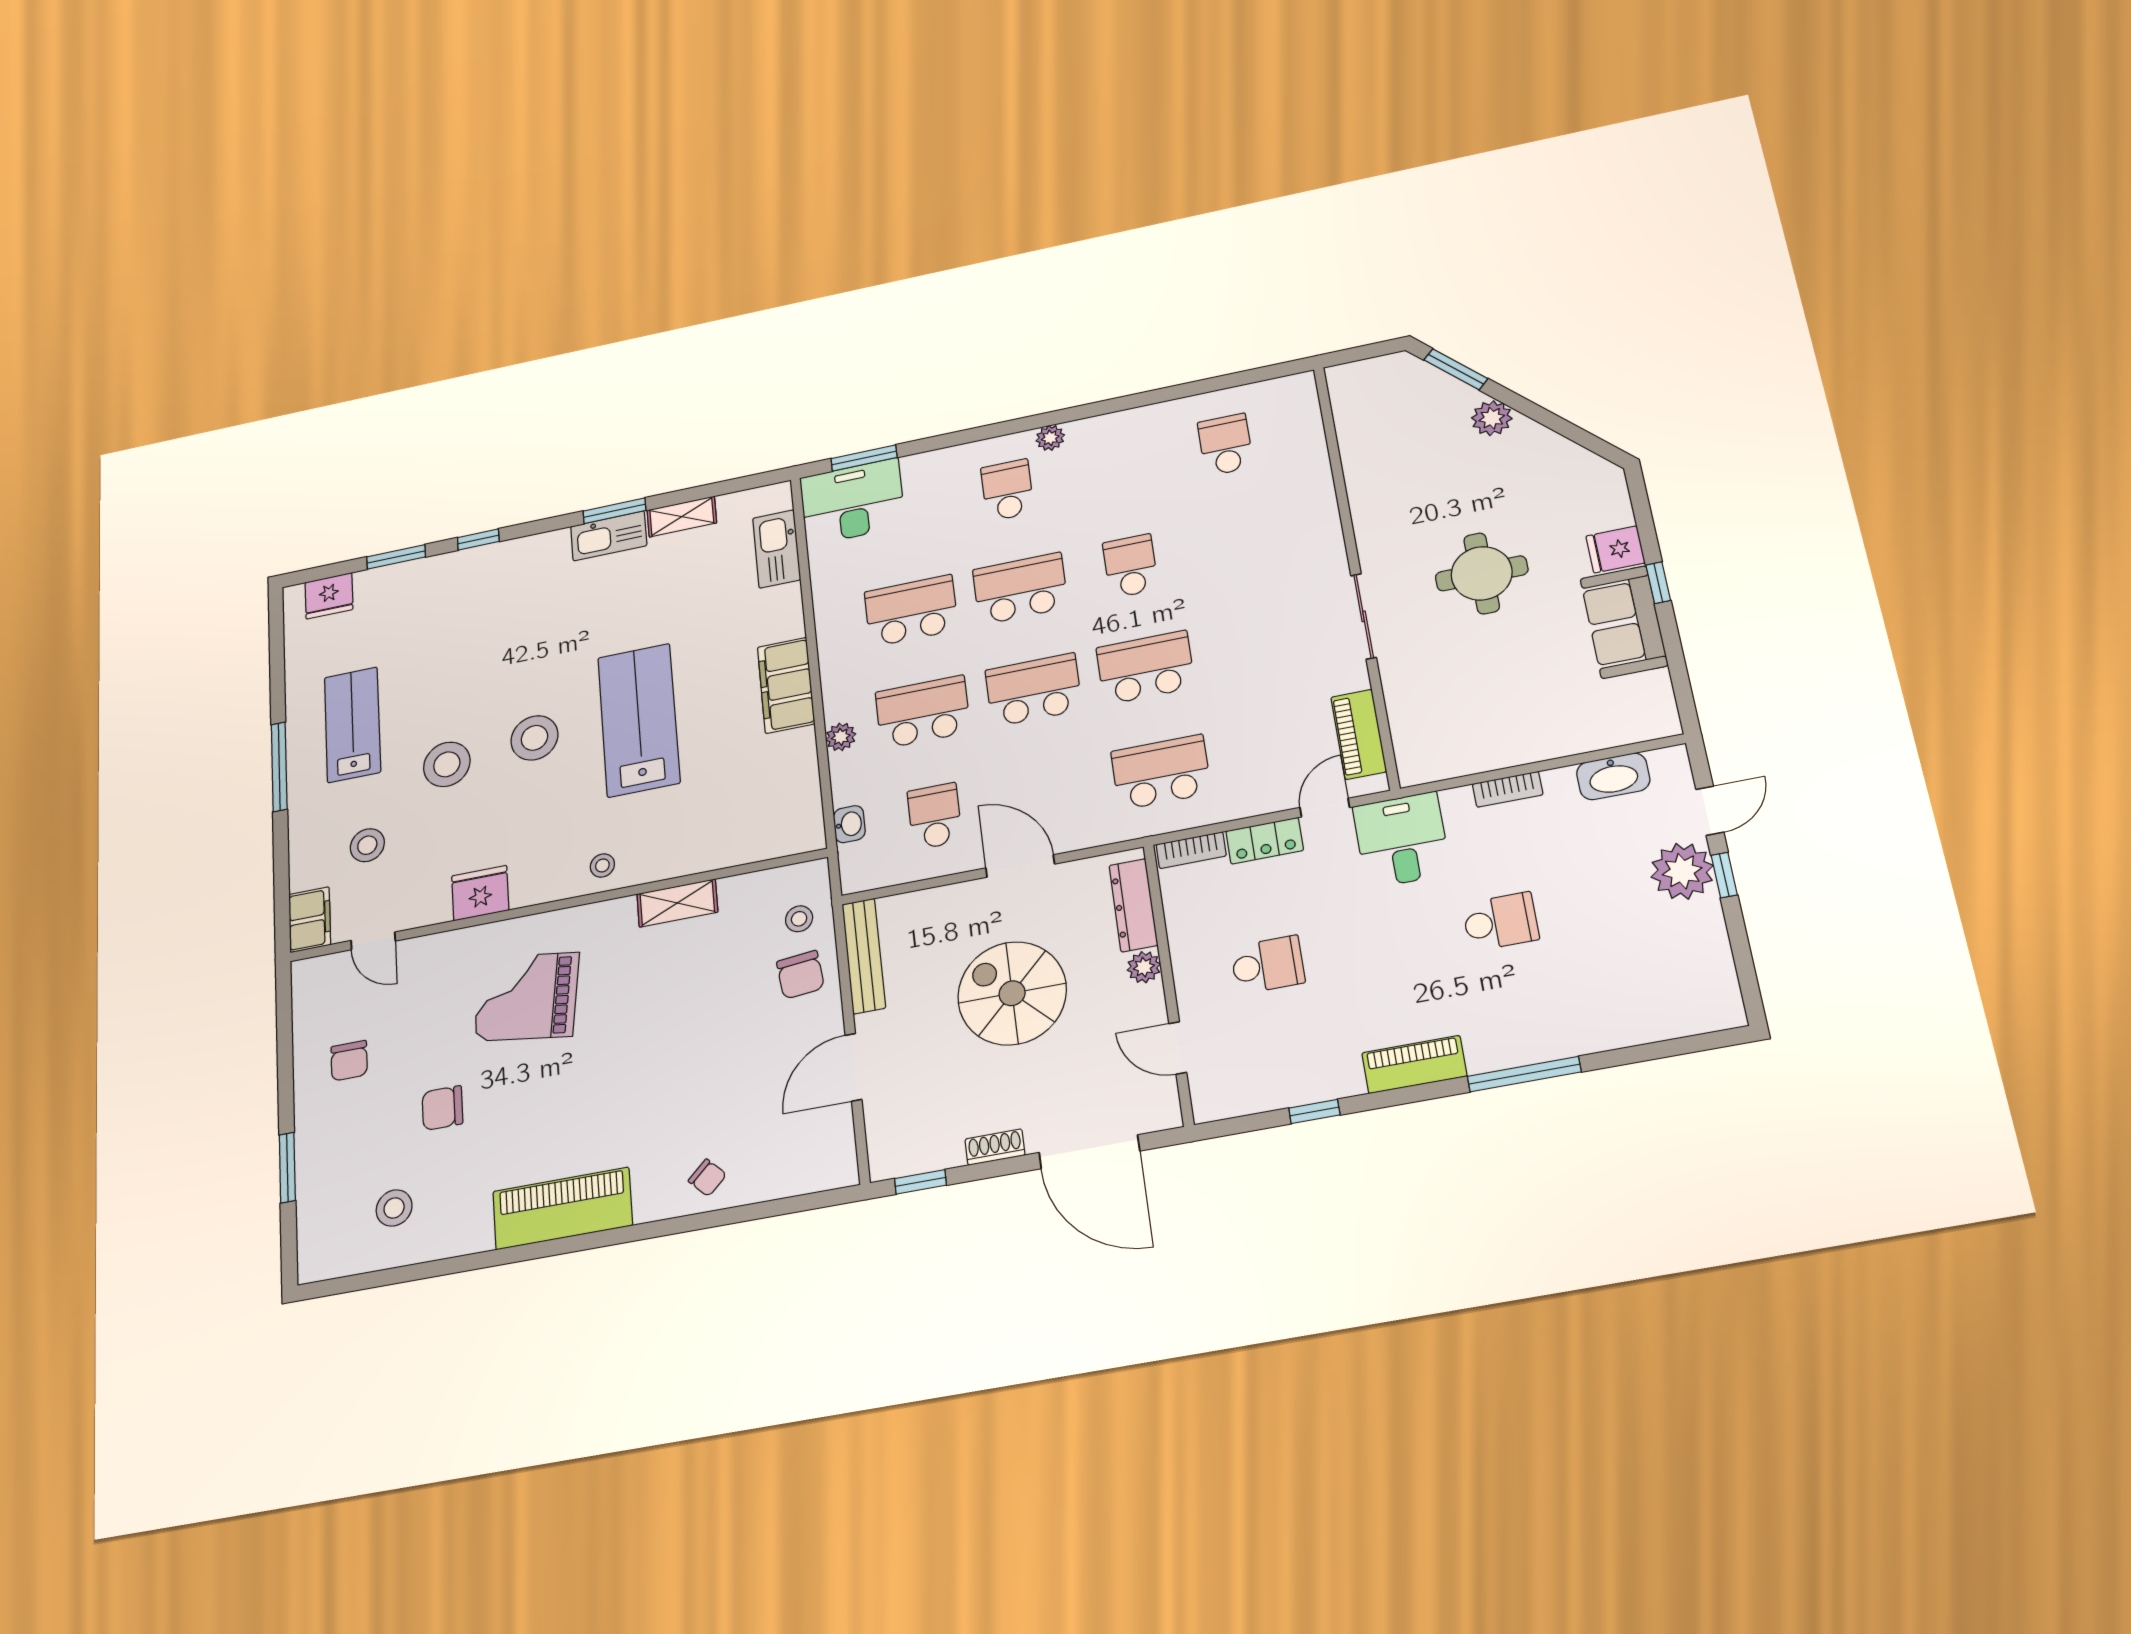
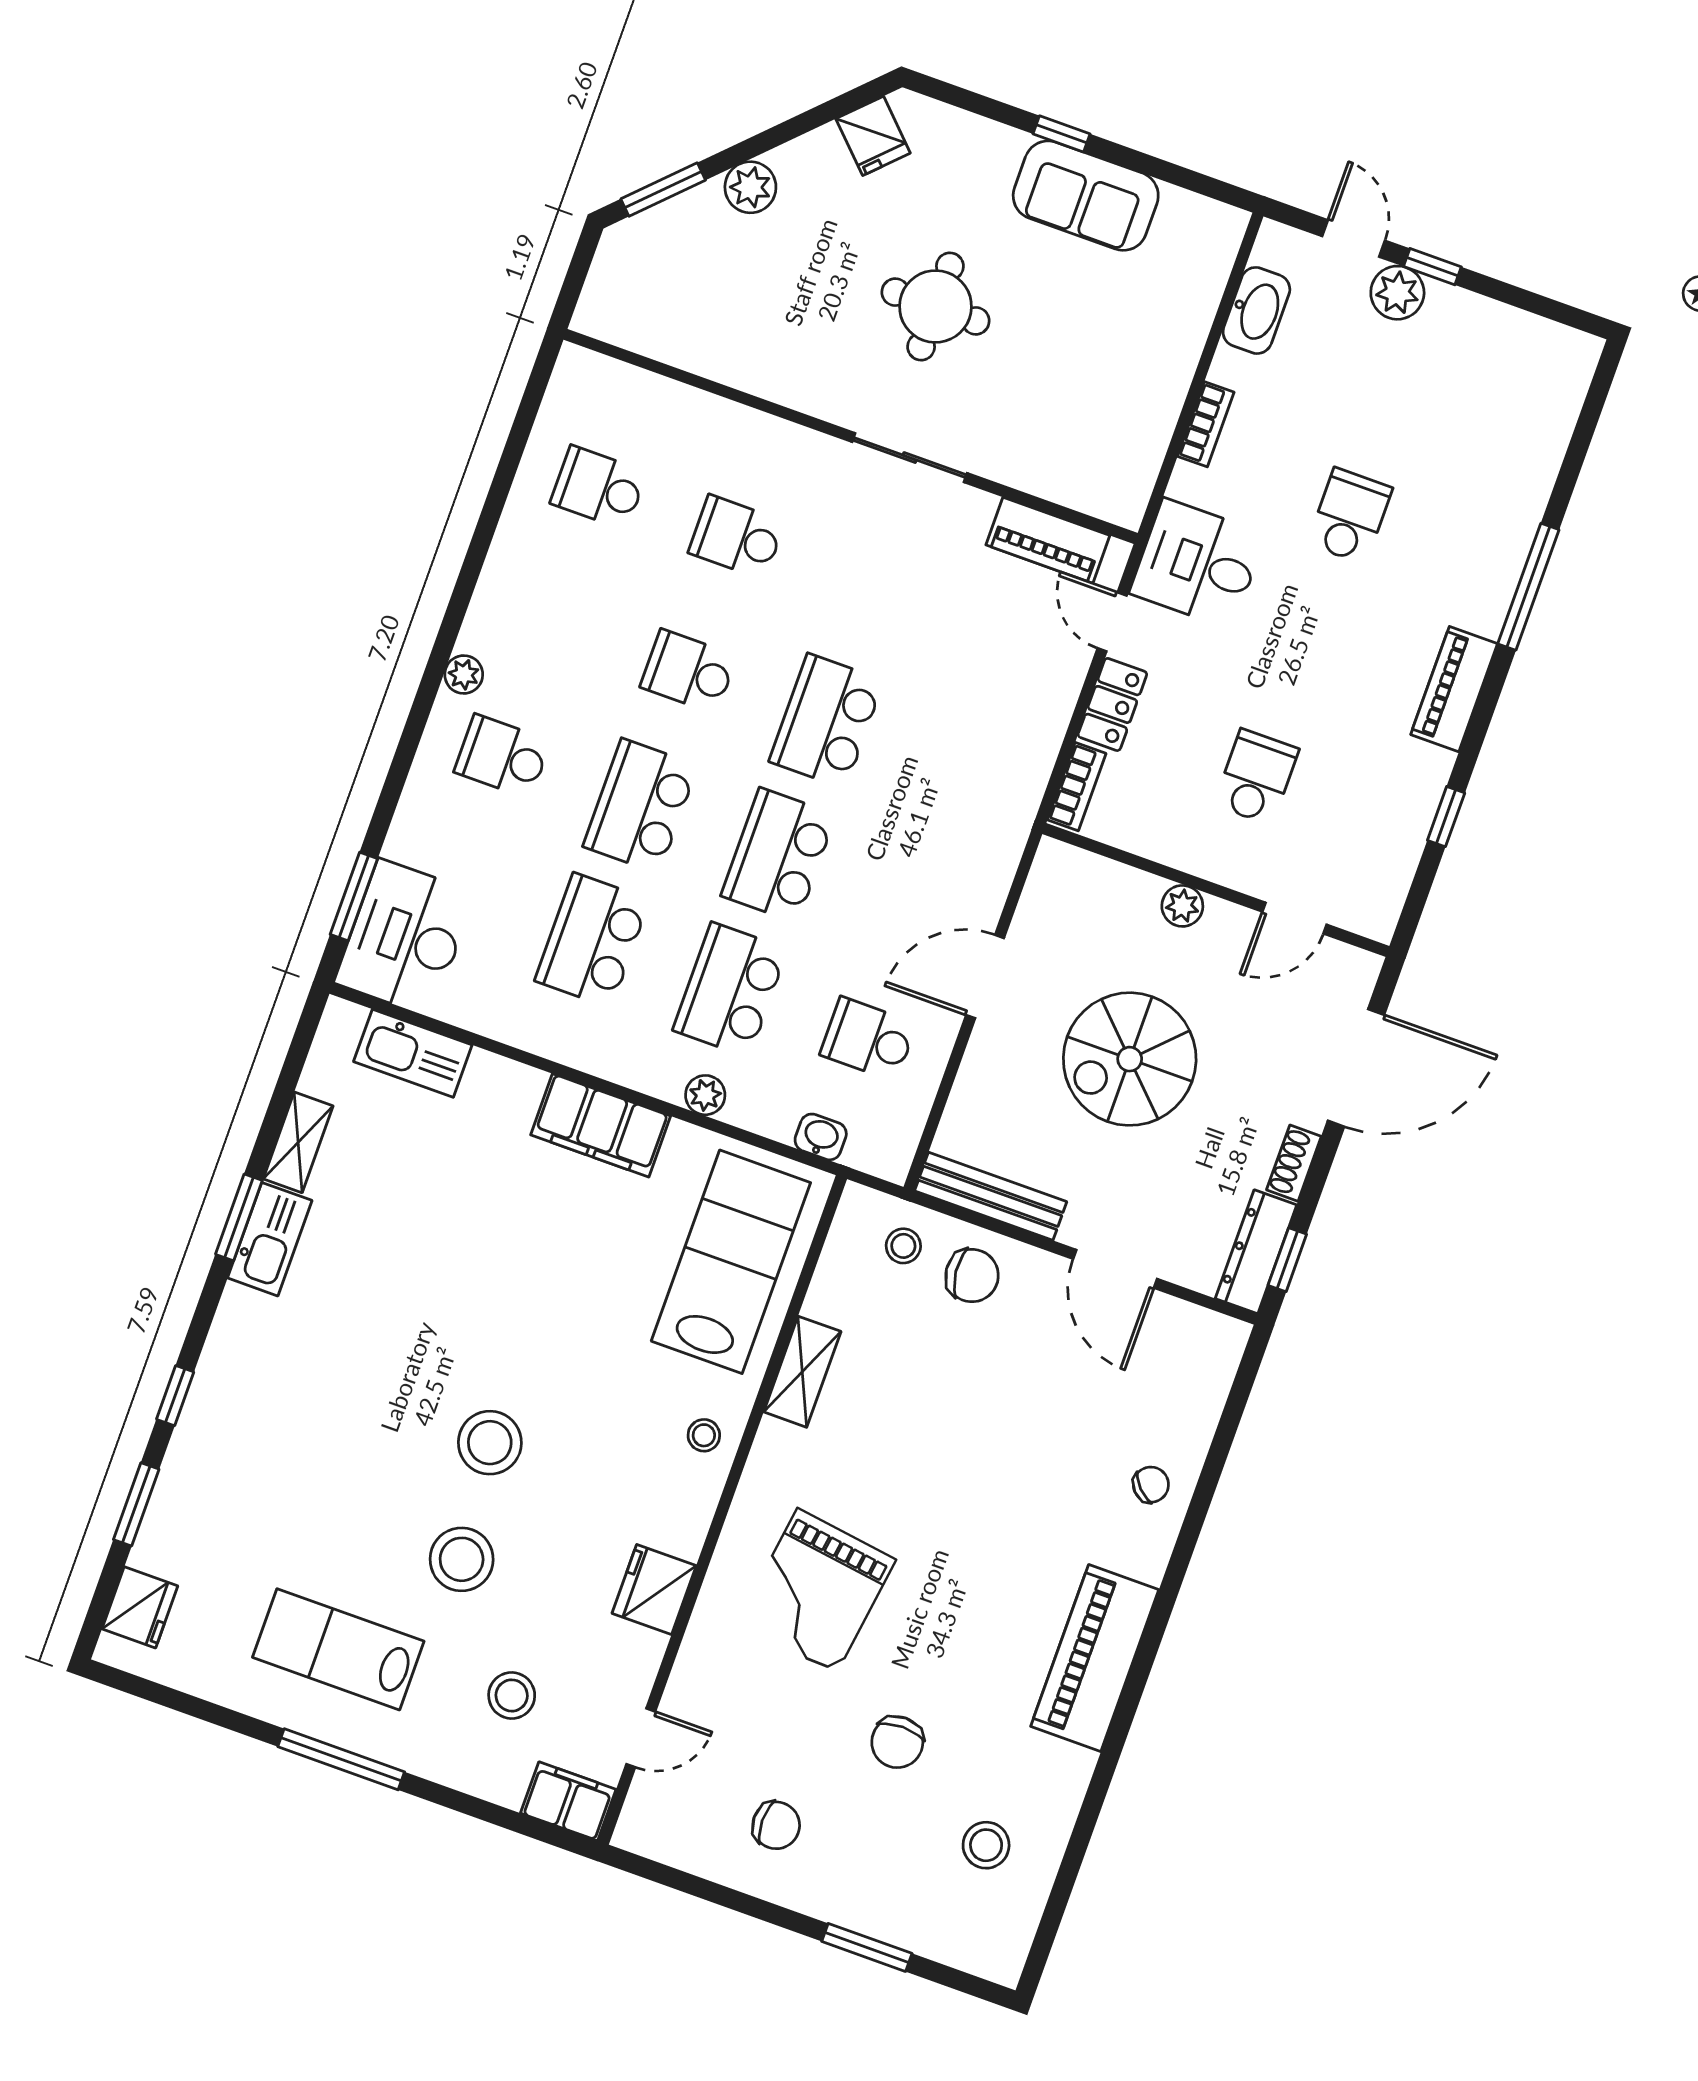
fridge: (1615, 549) -> (873, 136), moved, turned -45
lab bench: (639, 720) -> (731, 1262), moved, turned 90
school desk: (1161, 772) -> (737, 537), moved, width x0.54
plant: (1682, 871) -> (1397, 293), width x0.73, depth x0.73
dresser: (1133, 905) -> (1256, 1252), moved, turned 90

